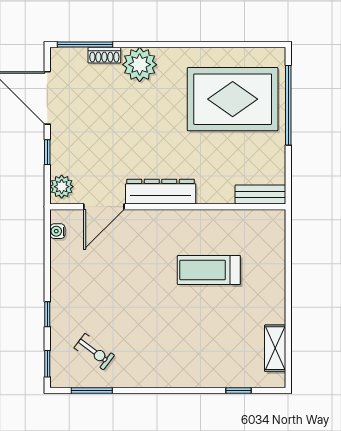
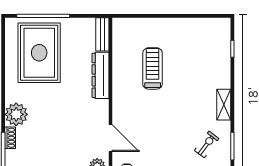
dresser: (161, 192) -> (100, 75), moved
treadmill: (209, 270) -> (153, 68), turned 180
shelving: (275, 348) -> (224, 105), moved, turned 90

